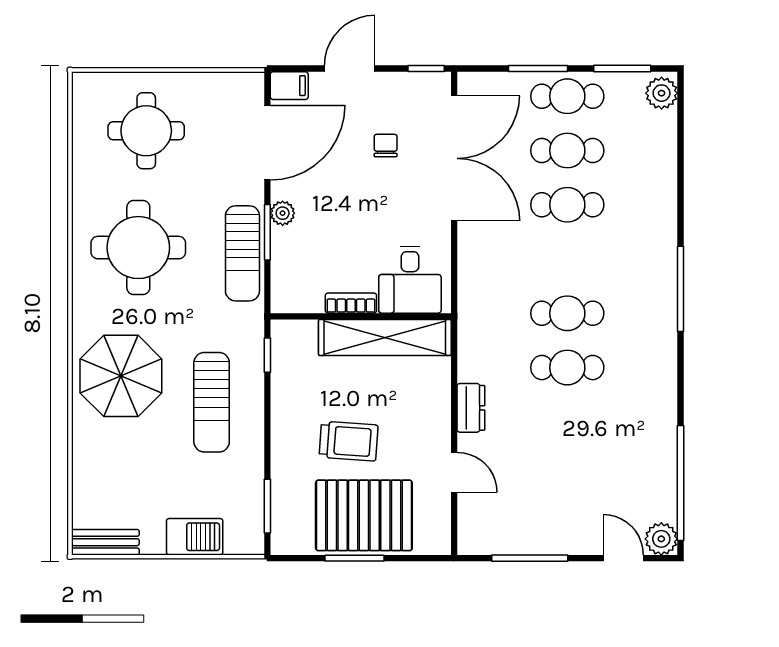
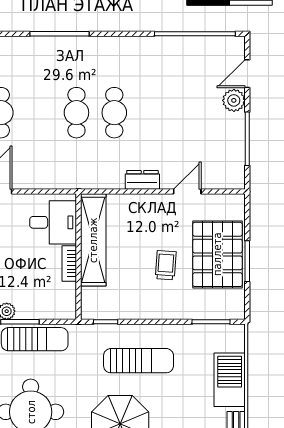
trolley: (349, 441) -> (166, 265), width x0.73, depth x0.72
barbecue: (195, 537) -> (230, 380), width x1.37, depth x1.21
plant: (661, 539) -> (234, 100), moved

